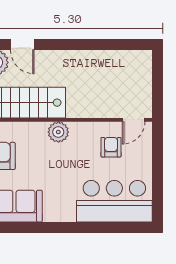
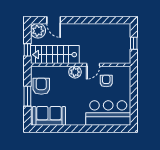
window: (157, 83) -> (134, 43), added
door: (134, 120) -> (93, 65), moved

